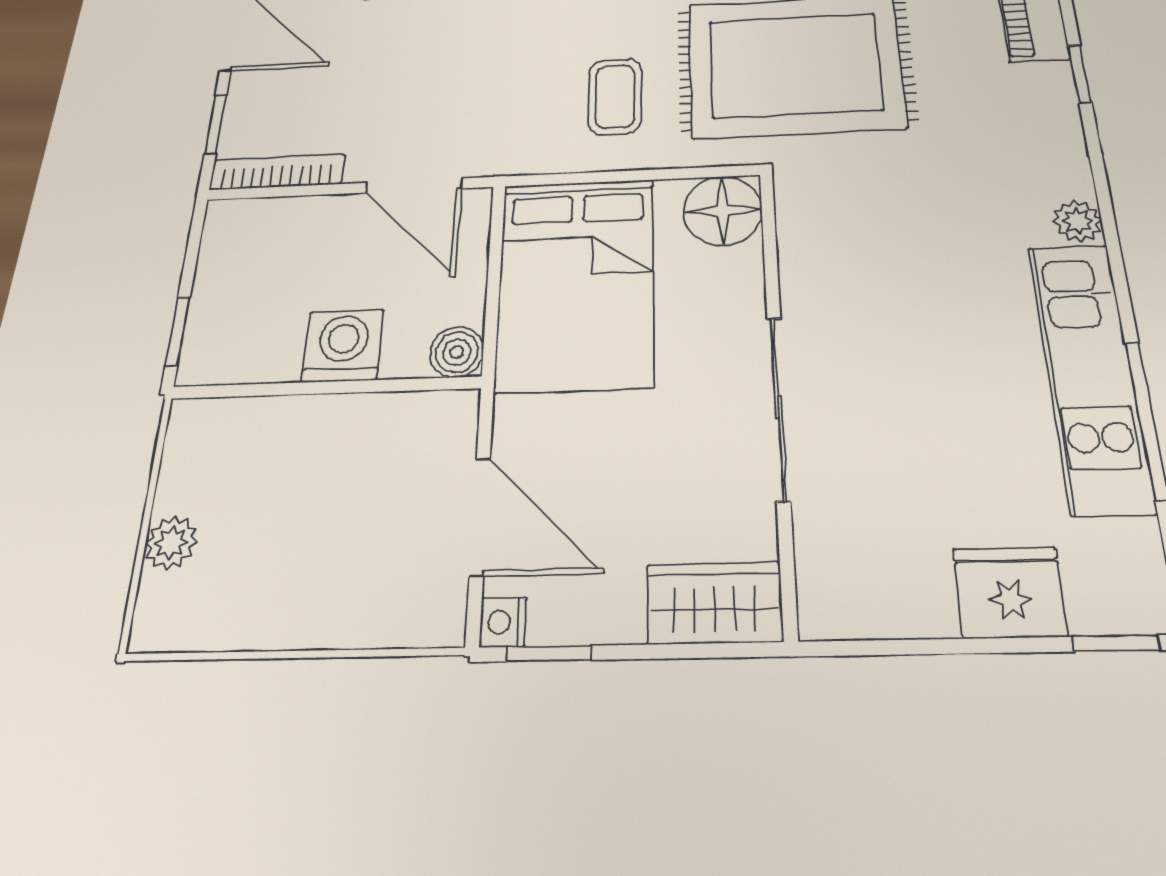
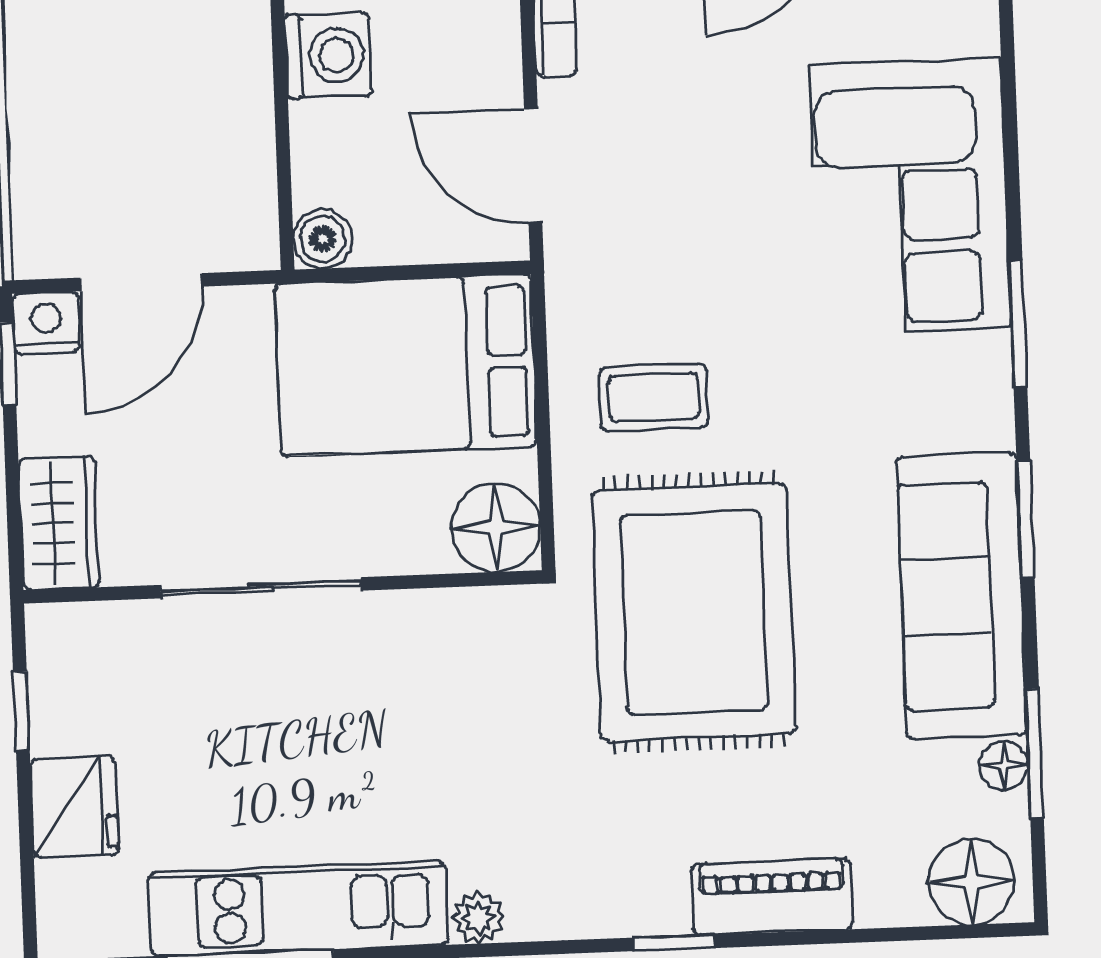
door: (414, 186) -> (533, 166), hinge flipped
washing machine: (343, 346) -> (328, 55), moved
nightstand: (503, 622) -> (46, 323), width x1.39, depth x1.35
window: (1115, 643) -> (21, 711), moved

